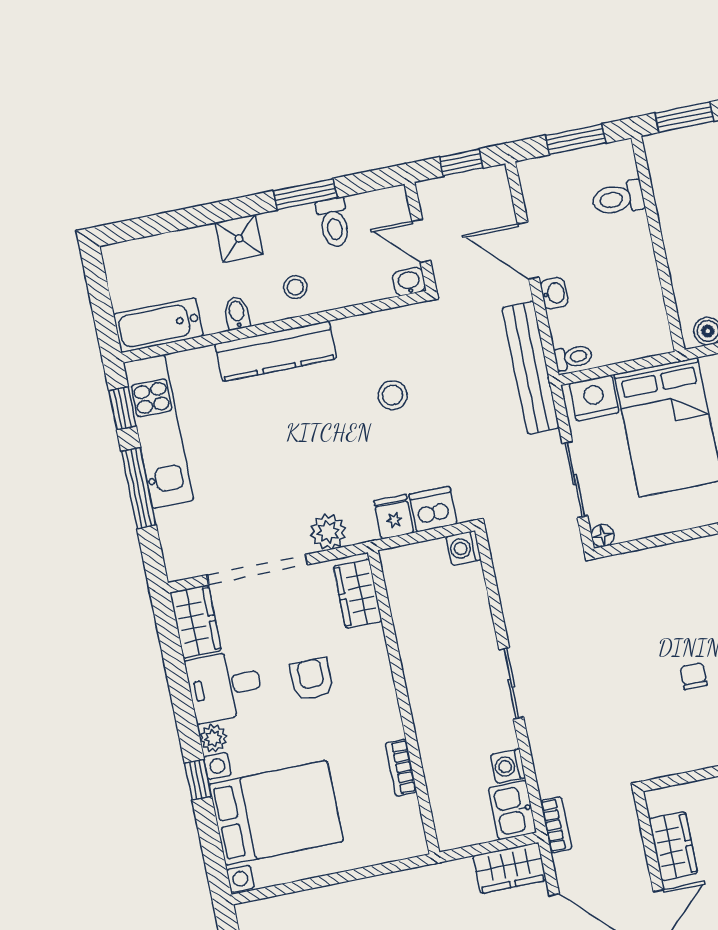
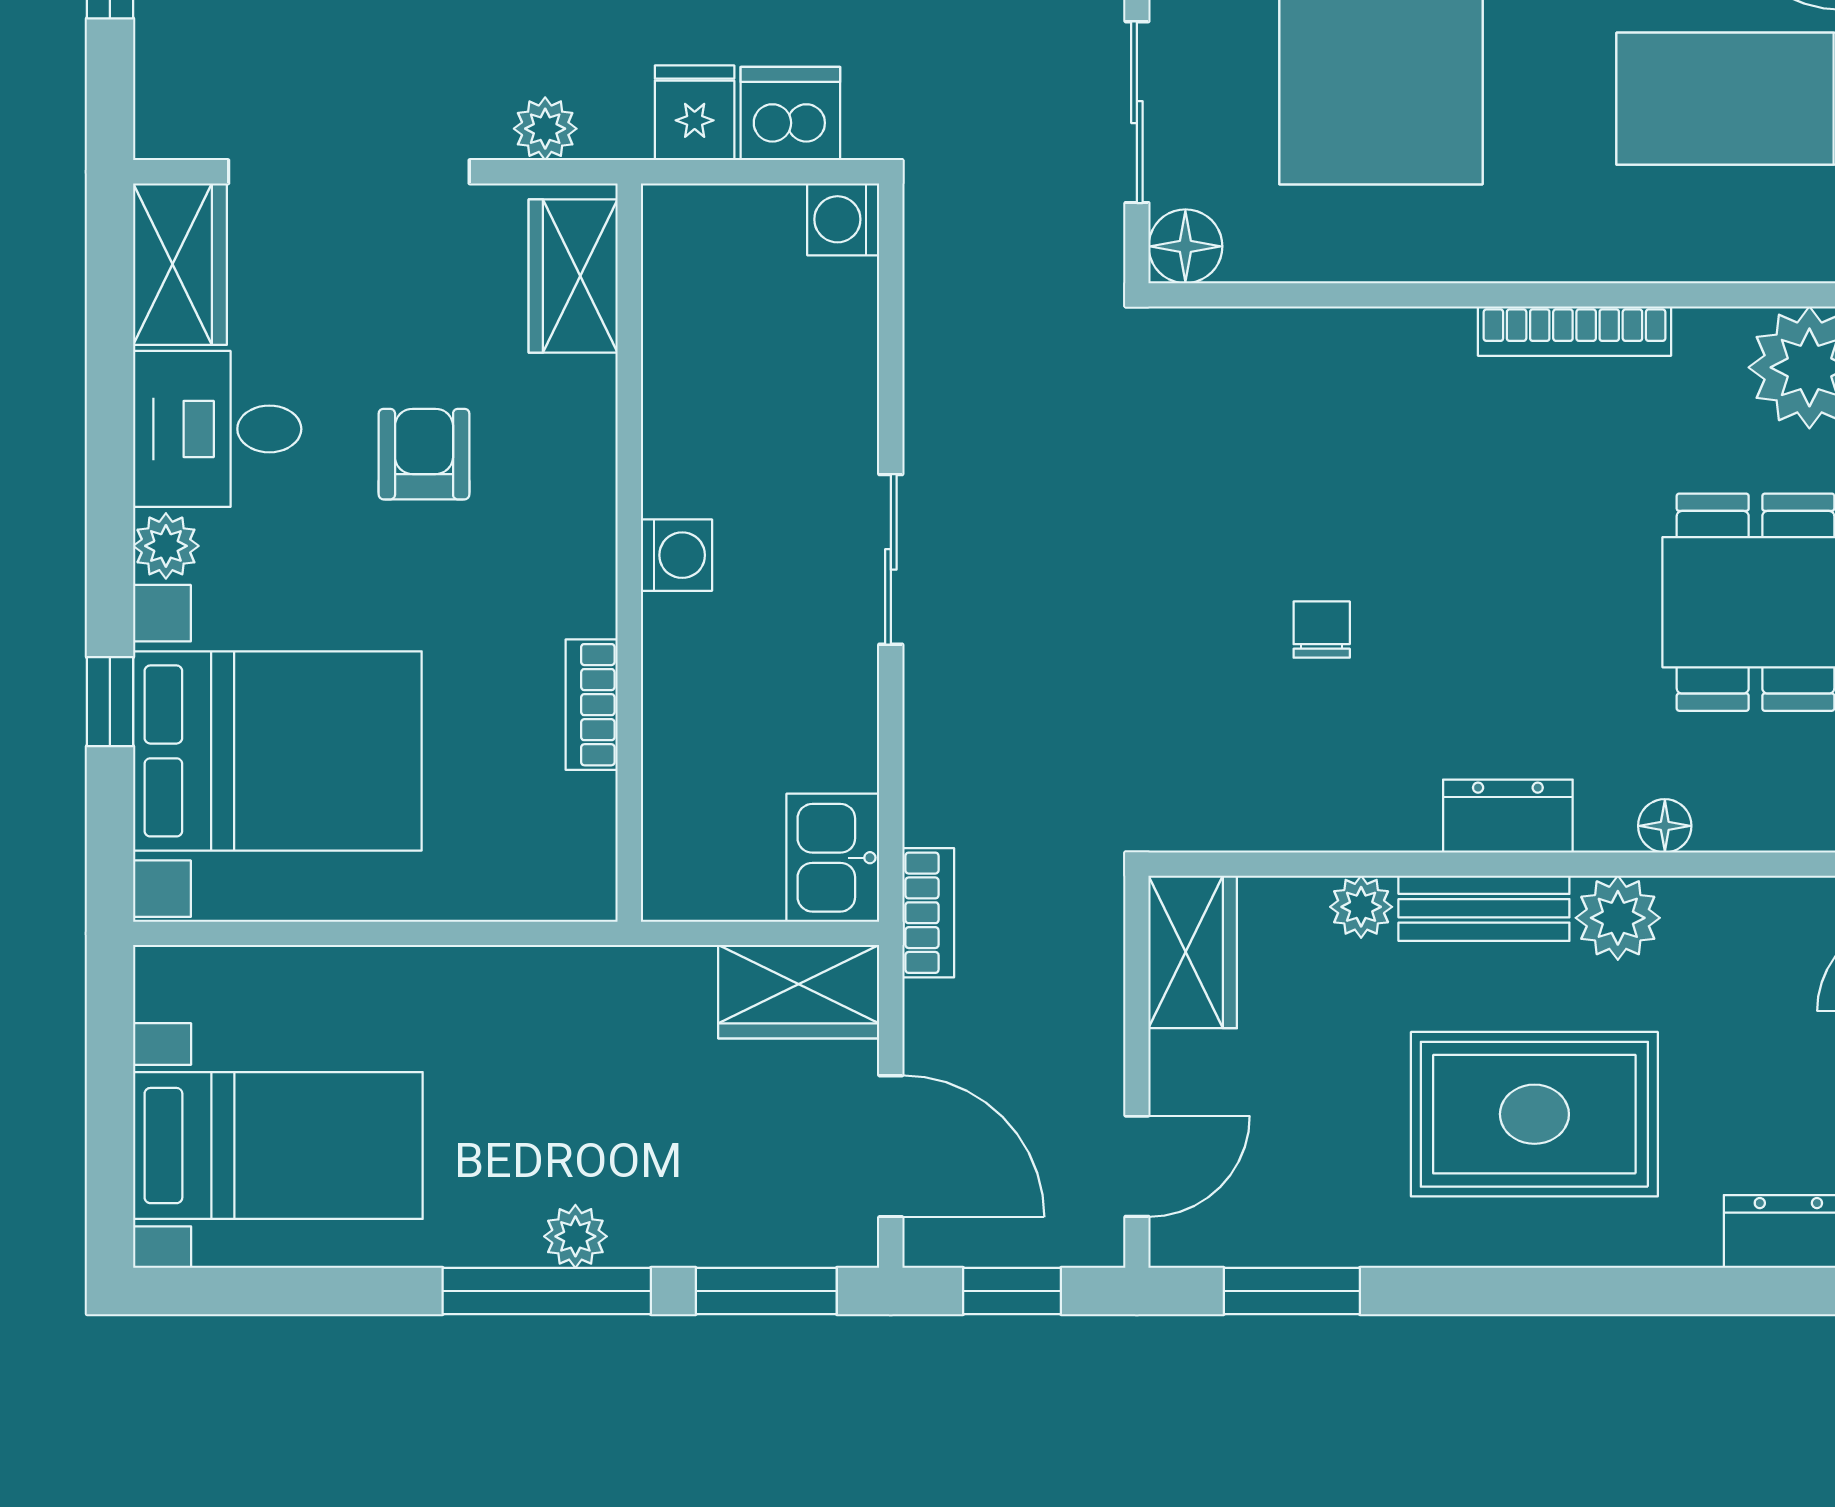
plant: (328, 532) -> (545, 129), width x0.73, depth x0.73
floor lamp: (603, 535) -> (1185, 246), width x1.37, depth x1.37
washing machine: (508, 766) -> (676, 555), moved, turned 180
window: (198, 780) -> (110, 702), moved
wardrobe: (673, 846) -> (1193, 952), moved

